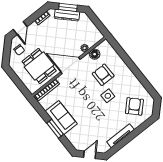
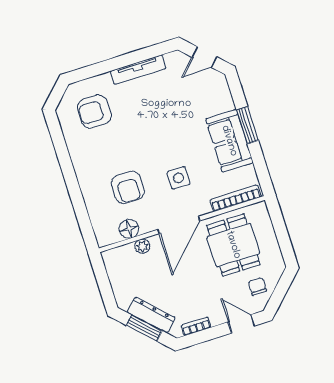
door: (20, 28) -> (241, 324), hinge flipped
door: (70, 66) -> (179, 225), hinge flipped
side table: (108, 96) -> (178, 178), moved
armchair: (134, 106) -> (94, 112), turned 45

